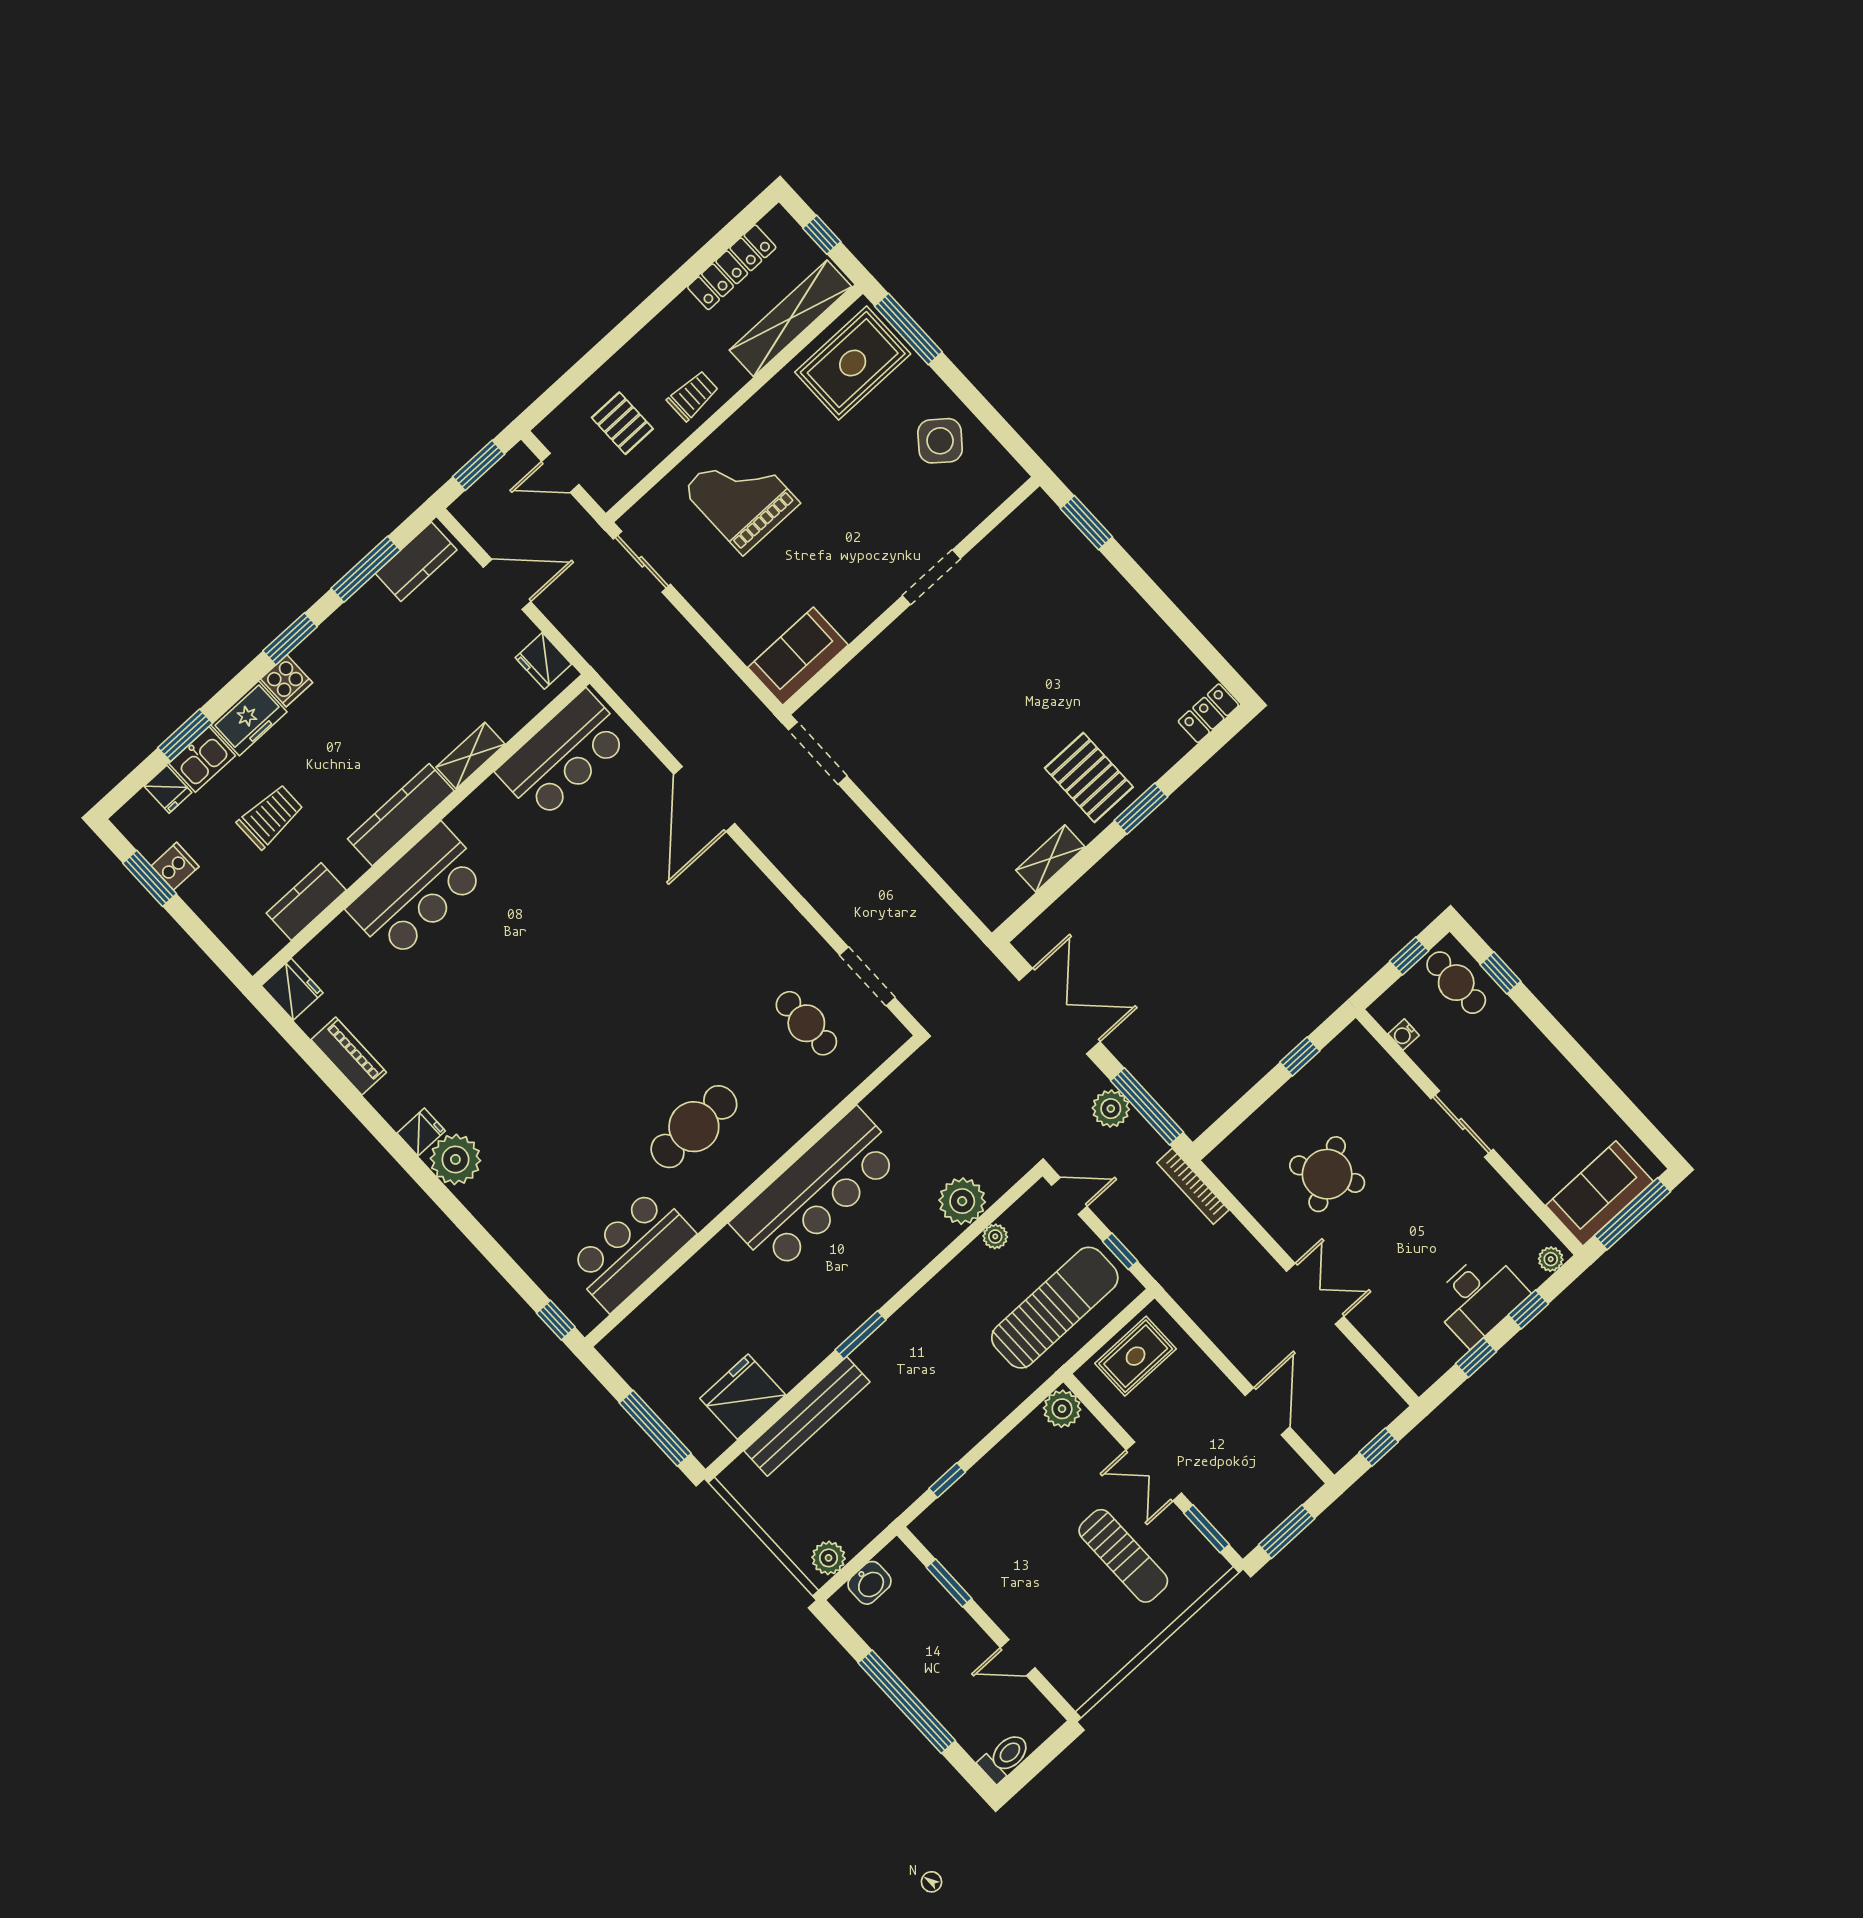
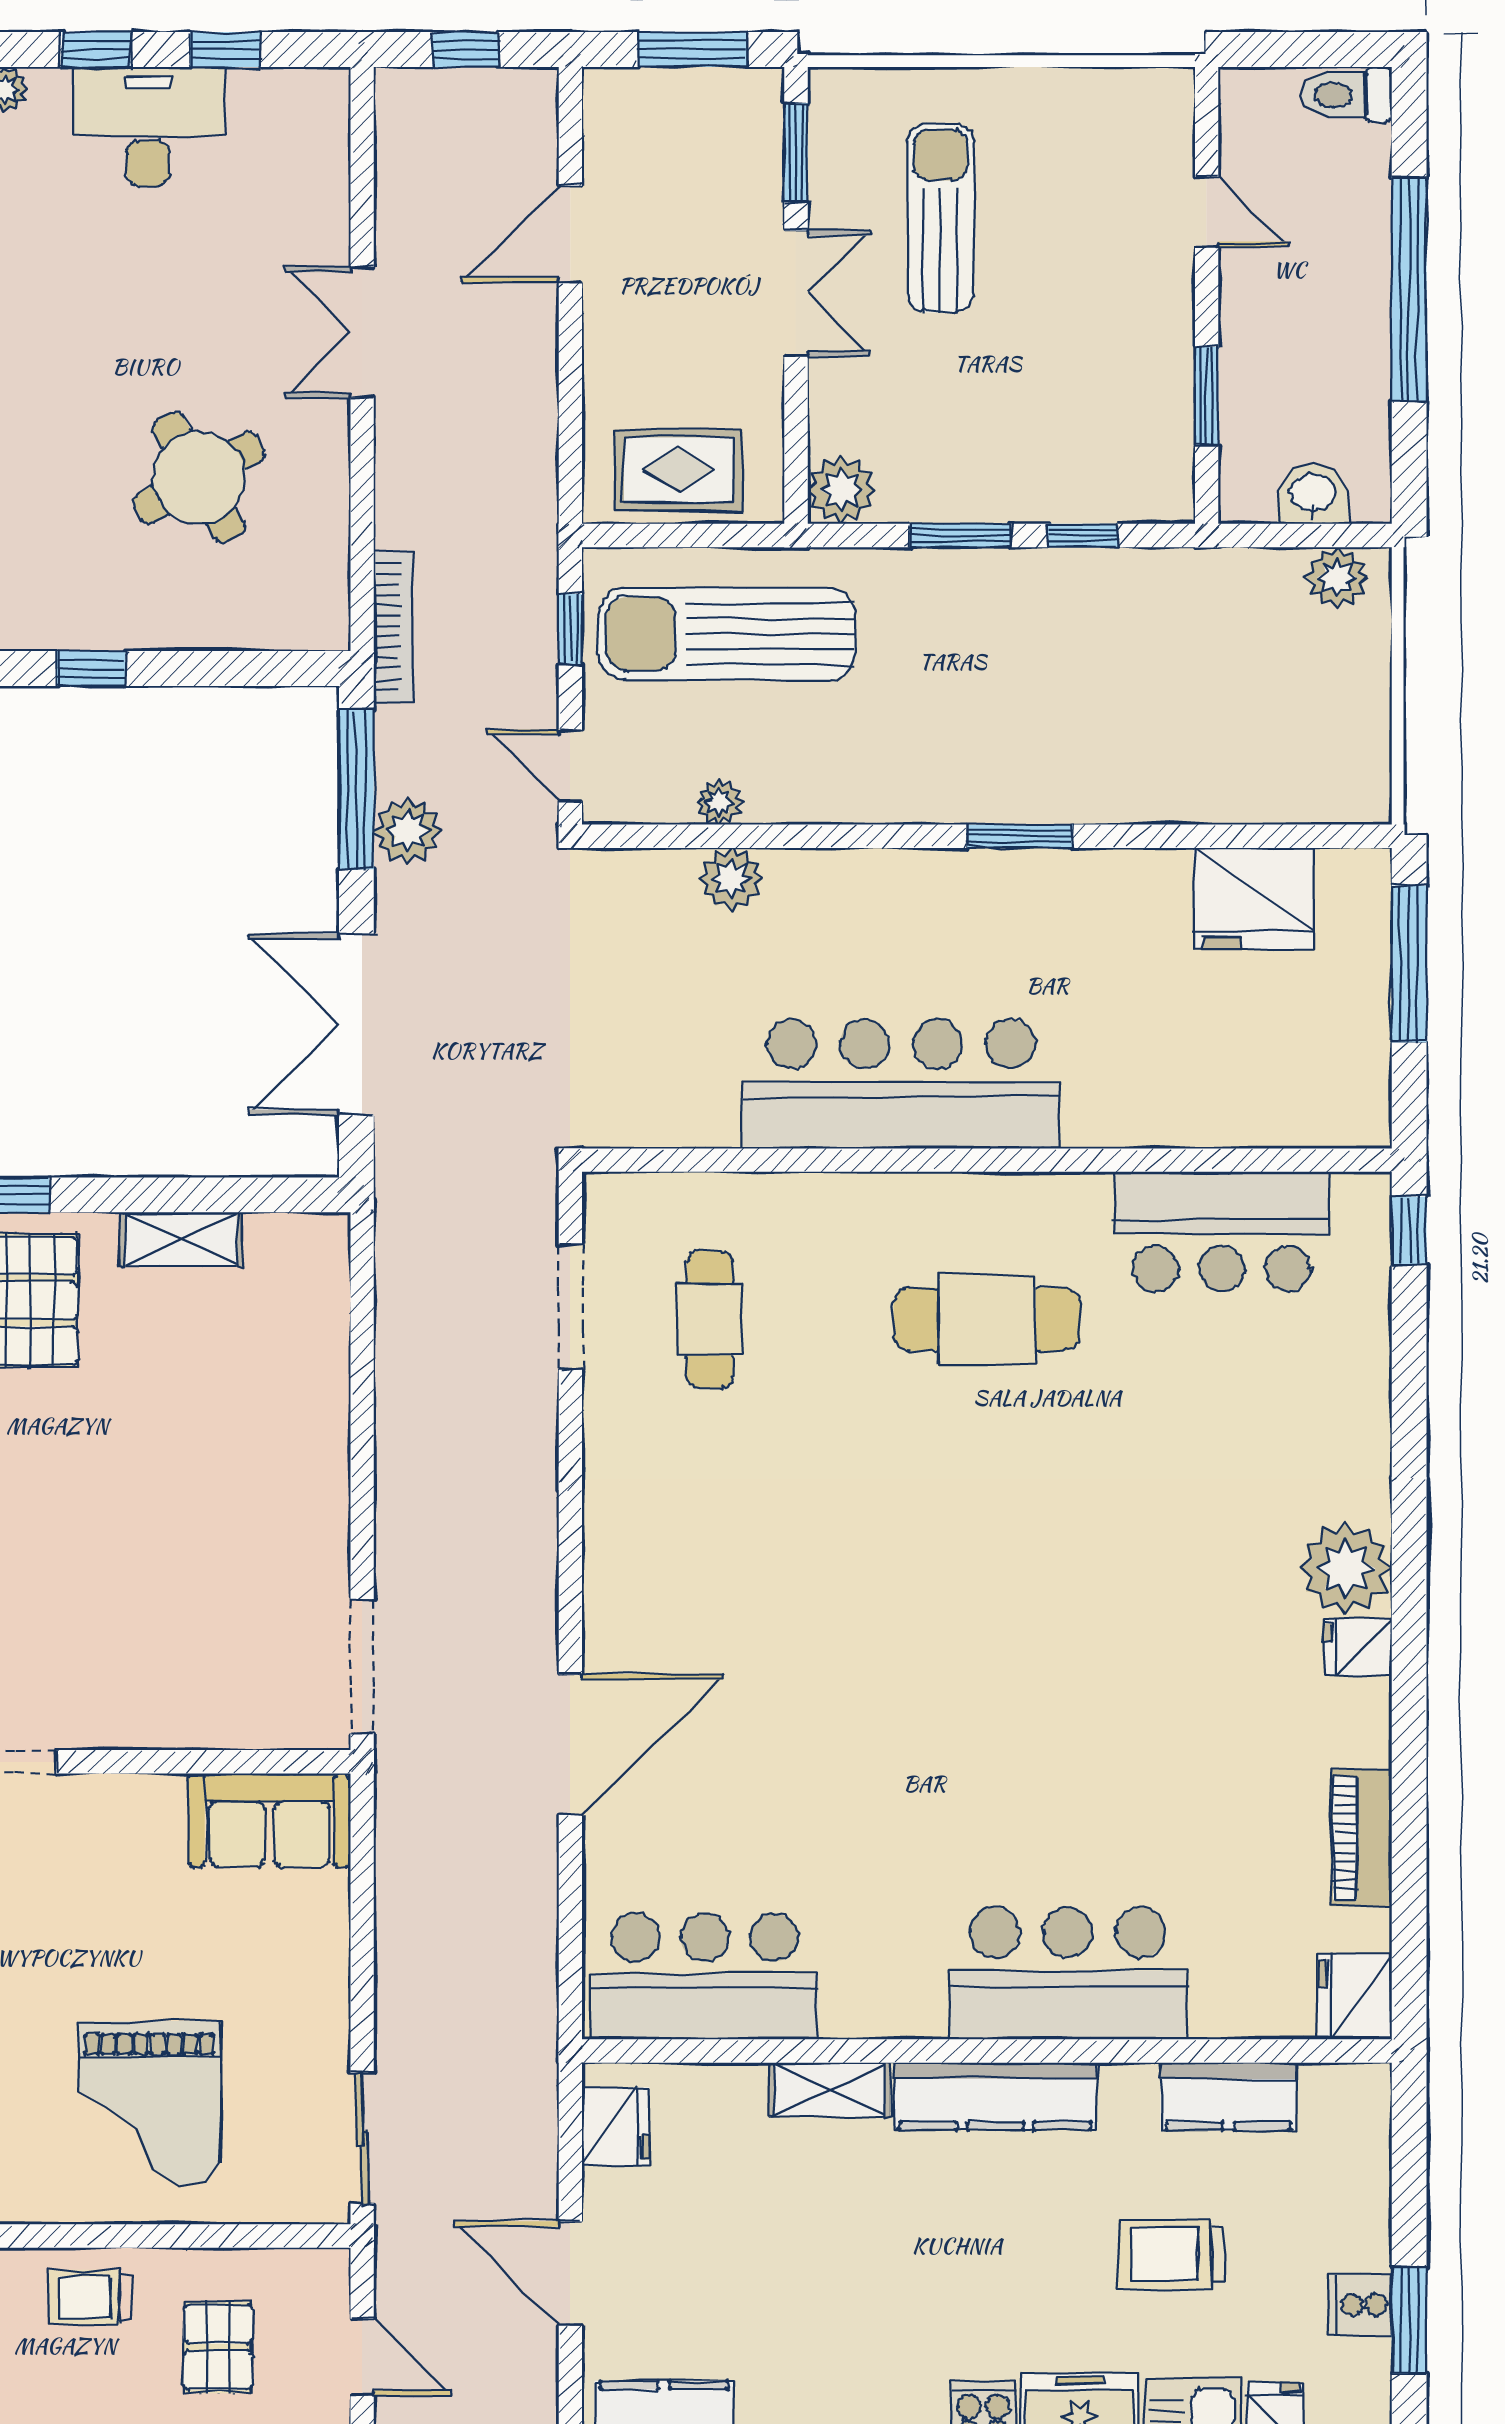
plant: (962, 1201) -> (731, 879), width x0.73, depth x0.73
bench: (807, 1416) -> (1192, 793), removed
window: (997, 1435) -> (960, 535), added

